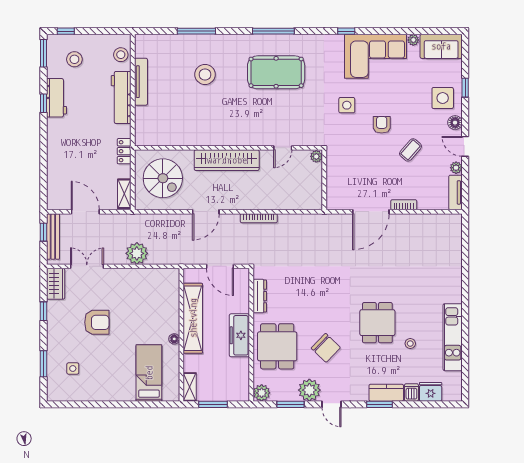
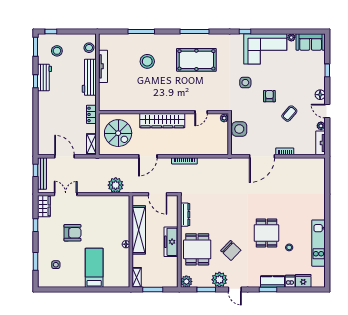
side table: (443, 98) -> (239, 129), moved
plant: (137, 253) -> (116, 185), moved
bed: (149, 373) -> (94, 268), moved

